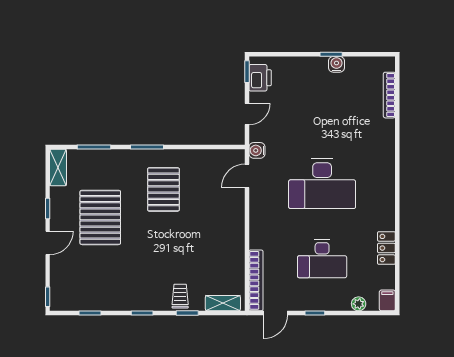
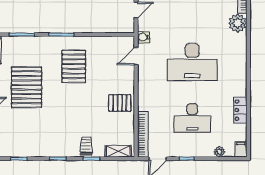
plant: (383, 132) -> (238, 23), added
pallet: (225, 238) -> (120, 103), added

